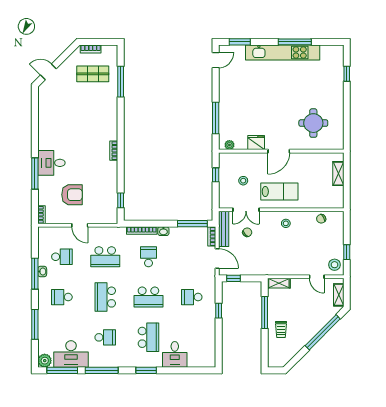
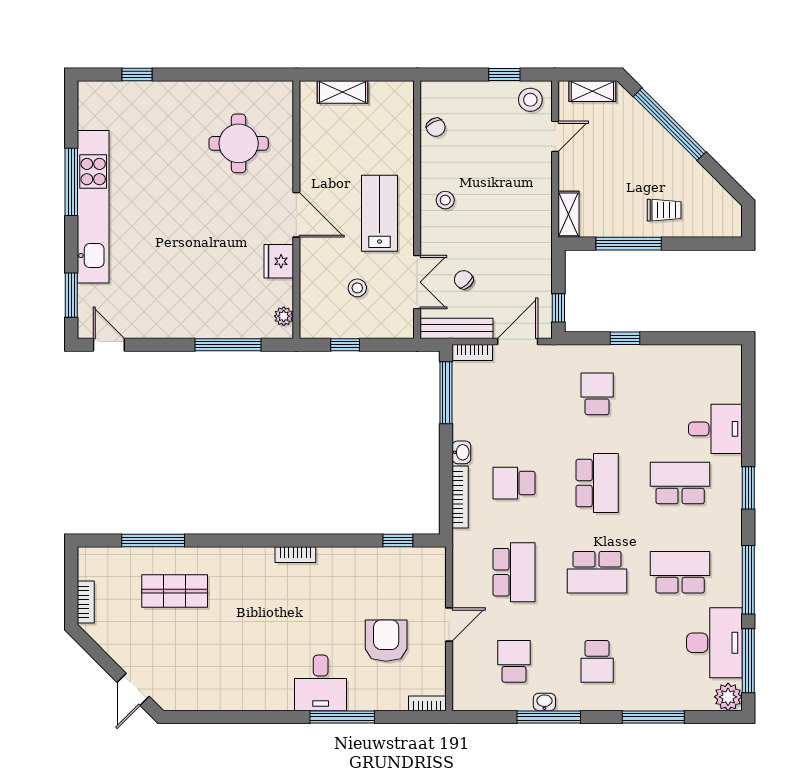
shop shelf: (93, 74) -> (175, 591), moved, turned 90
school desk: (192, 297) -> (597, 394), turned 180
school desk: (105, 337) -> (680, 572), width x1.85

